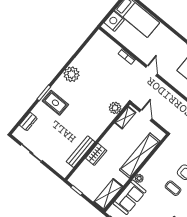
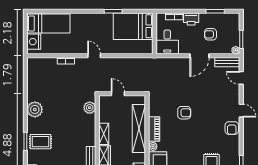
shelving: (125, 118) -> (104, 134), moved
piano: (151, 166) -> (154, 129), added
coffee table: (173, 188) -> (185, 133), removed

